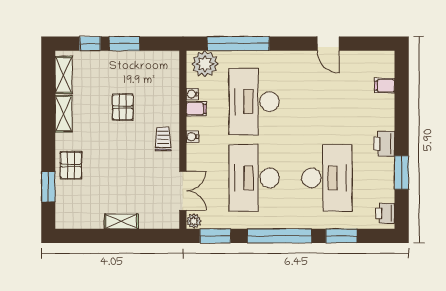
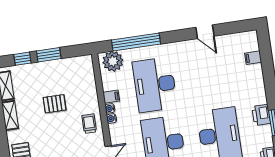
water cooler: (192, 94) -> (110, 108), moved
pallet: (123, 107) -> (55, 104), turned 90
printer: (384, 144) -> (261, 115), moved

